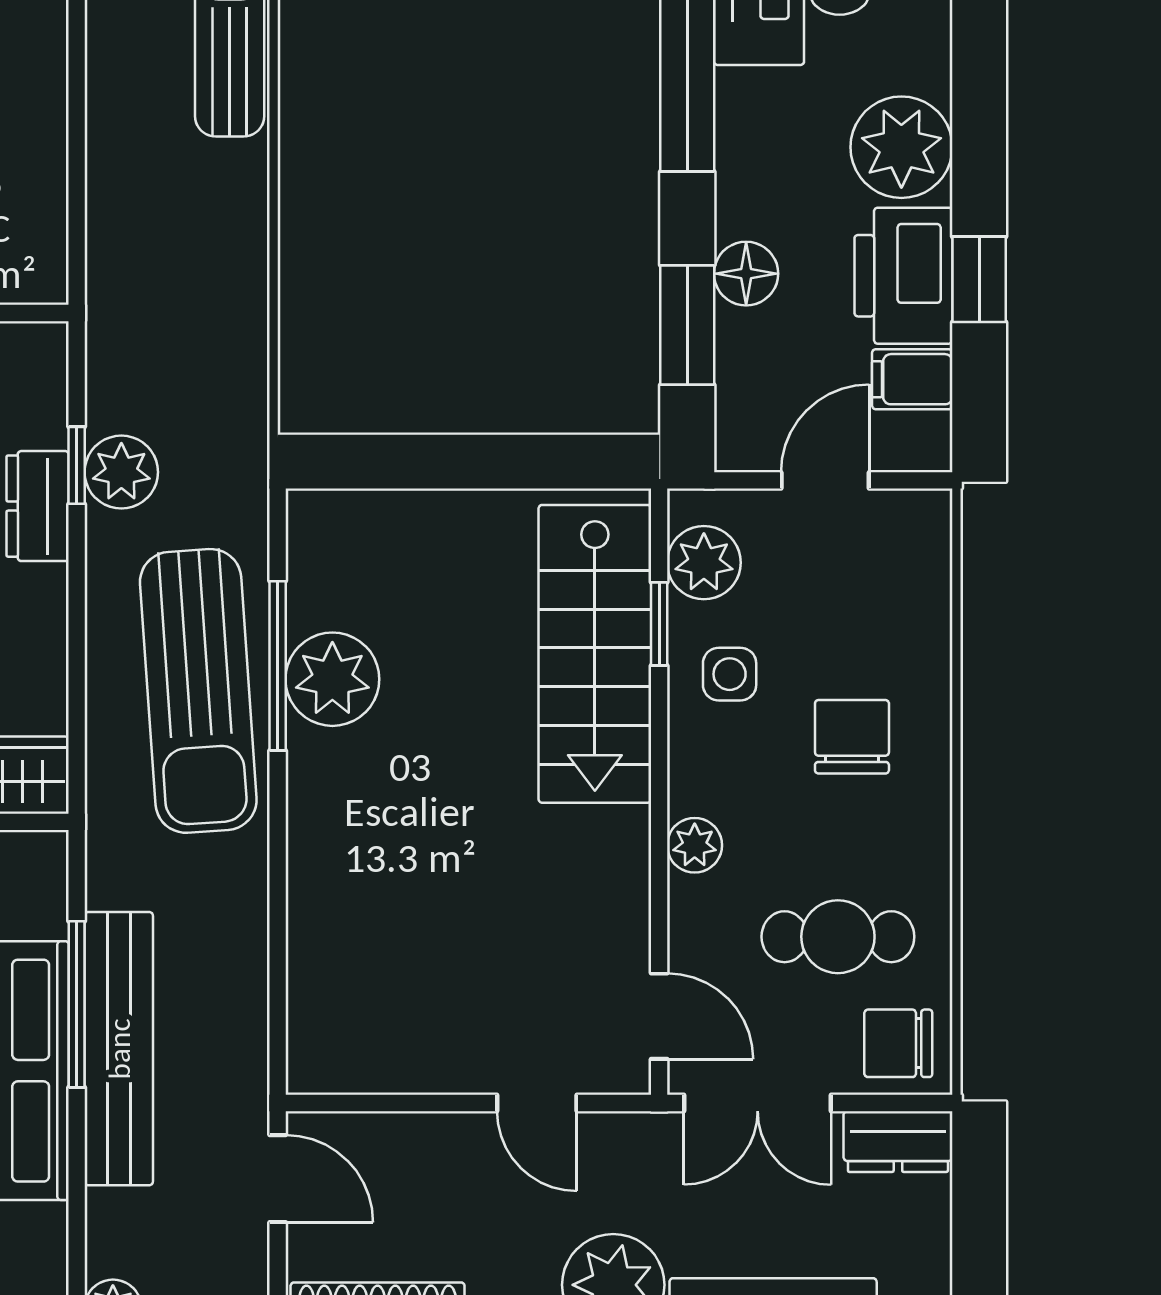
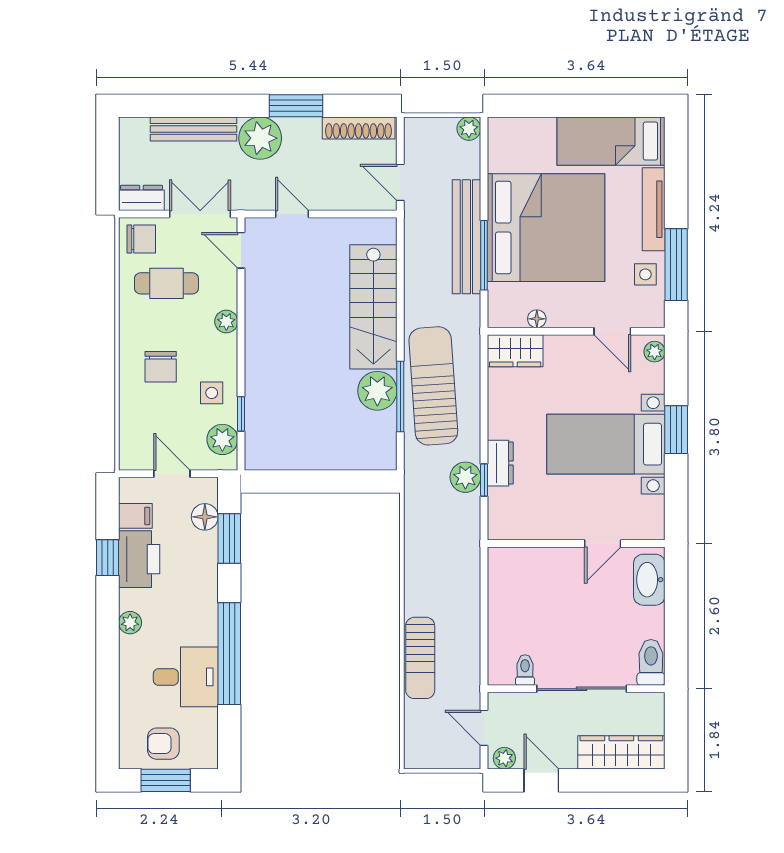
plant: (901, 147) -> (130, 623), width x0.53, depth x0.53
floor lamp: (746, 274) -> (205, 517), moved
door: (825, 480) -> (172, 474), swing flipped
stairs: (595, 654) -> (373, 307), moved, turned 180

